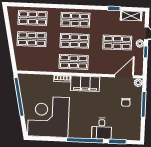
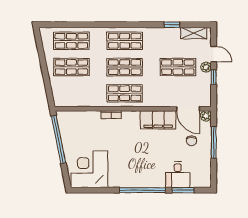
door: (124, 76) -> (188, 109), swing flipped
filing cabinet: (85, 84) -> (158, 120), moved
corner desk: (48, 117) -> (89, 169), width x0.74, depth x0.74
desk: (102, 128) -> (178, 175), moved

